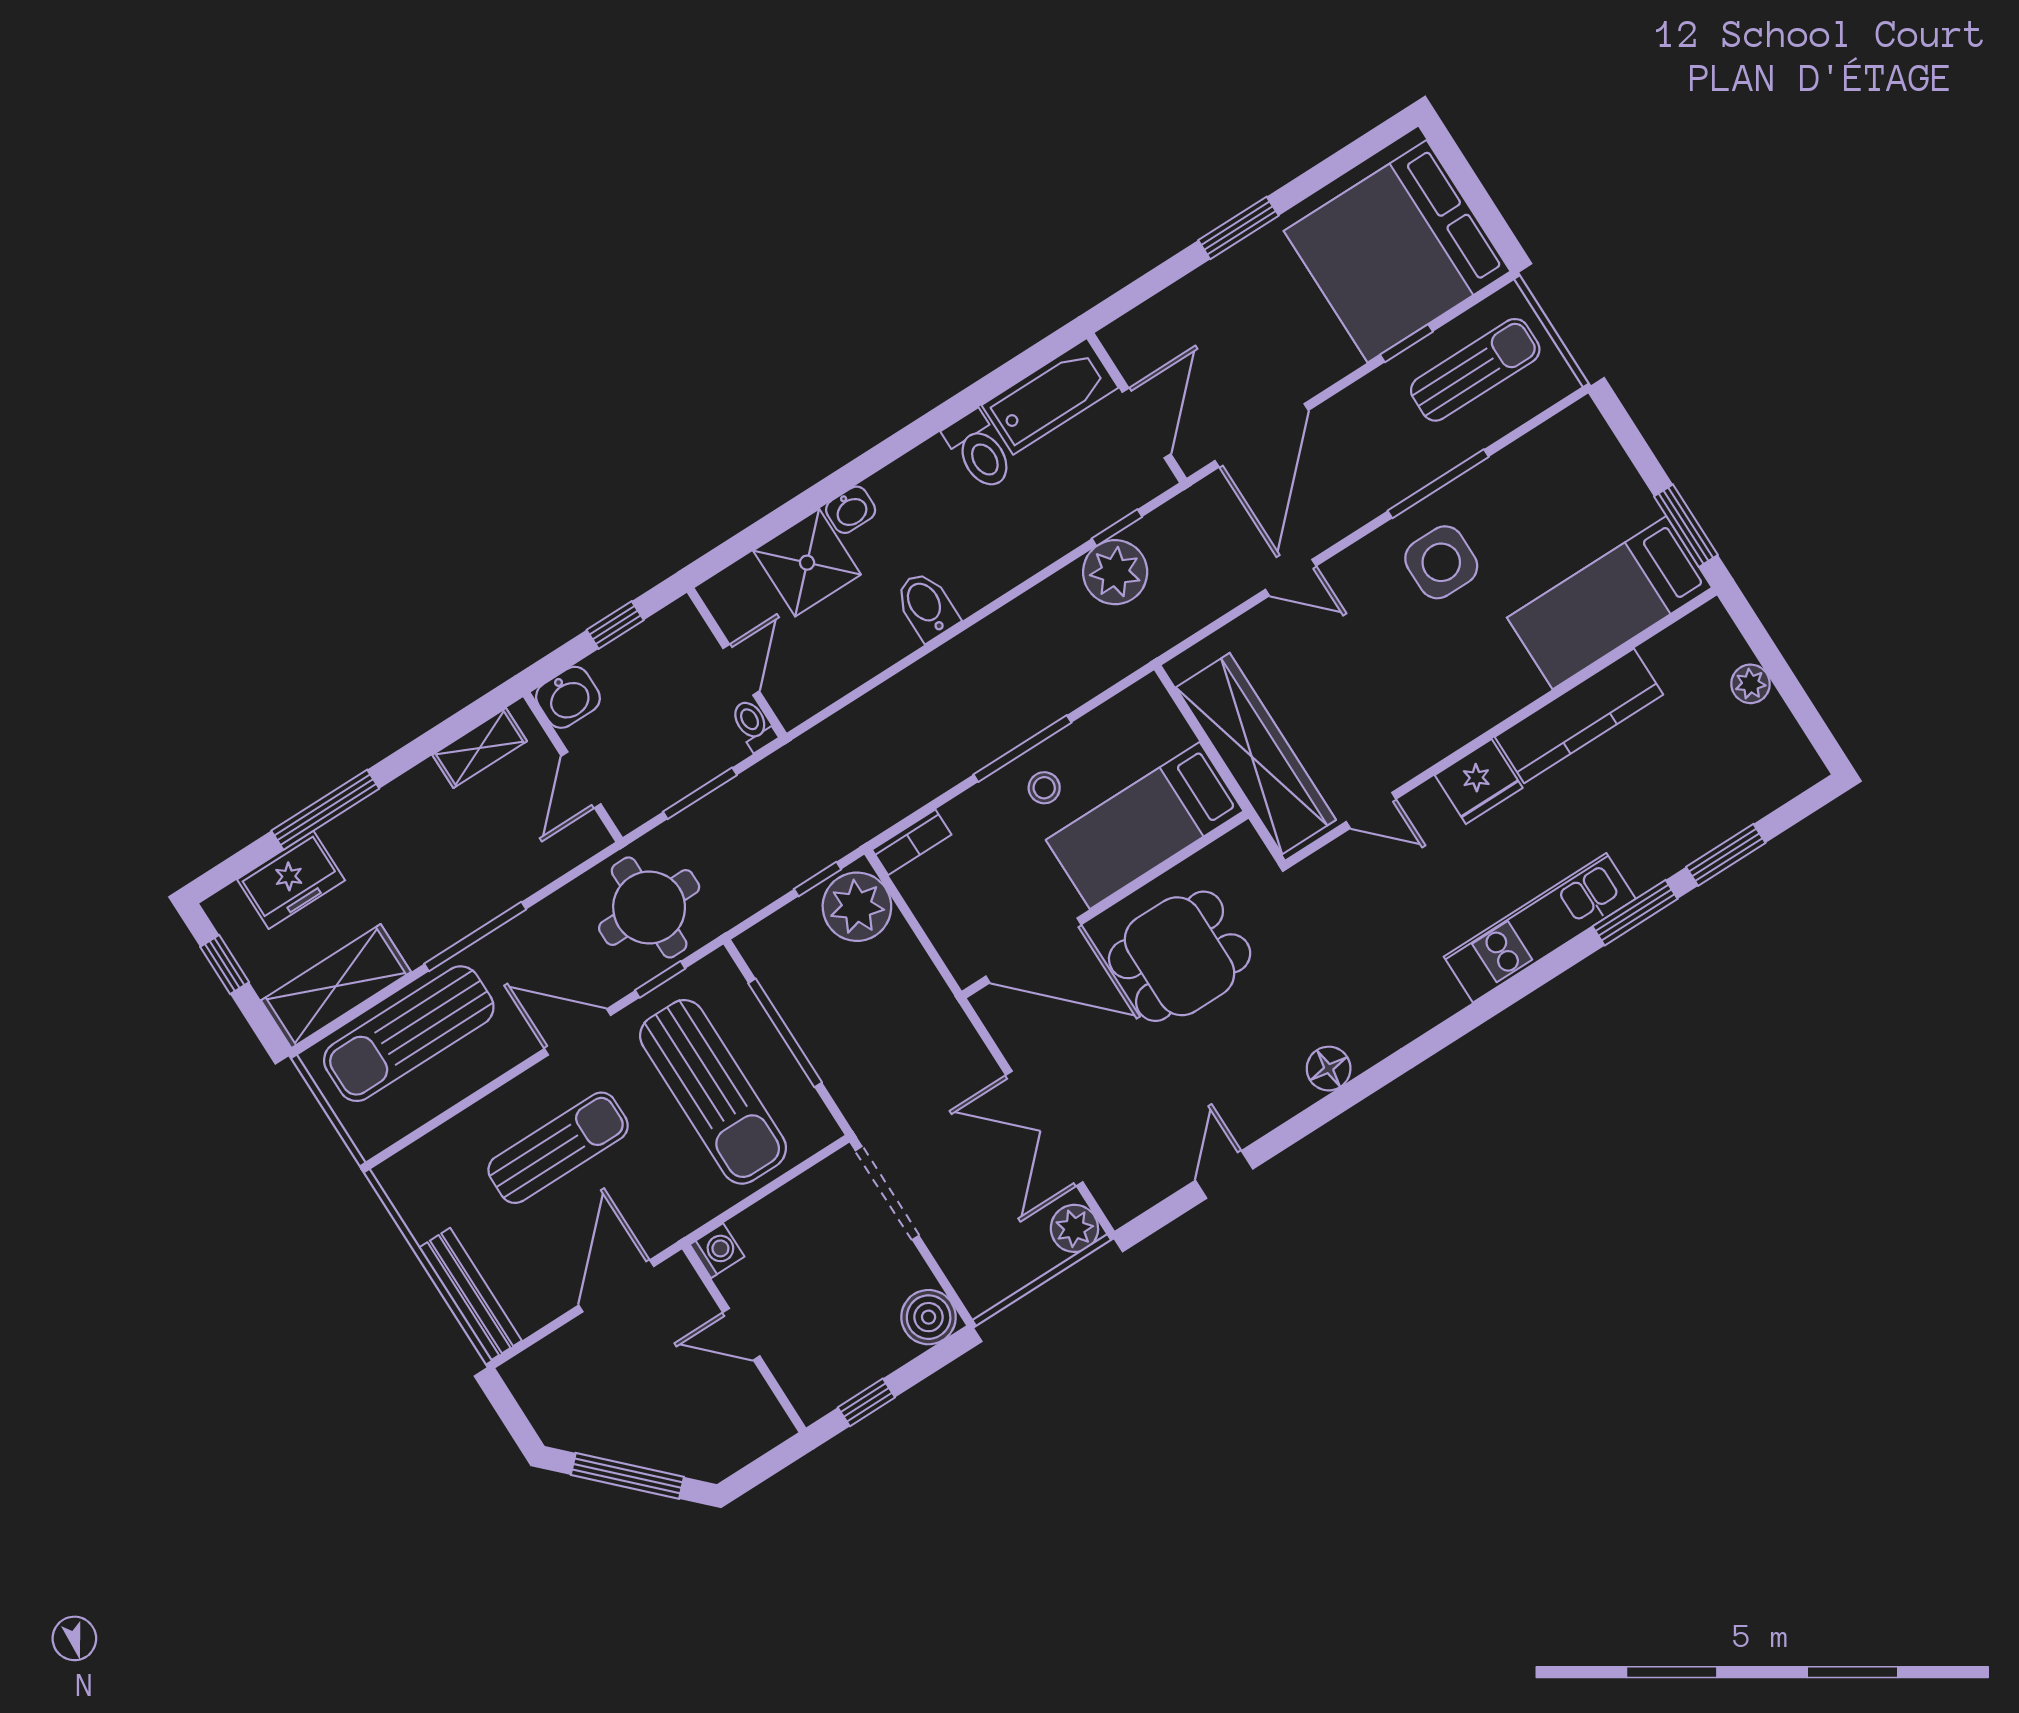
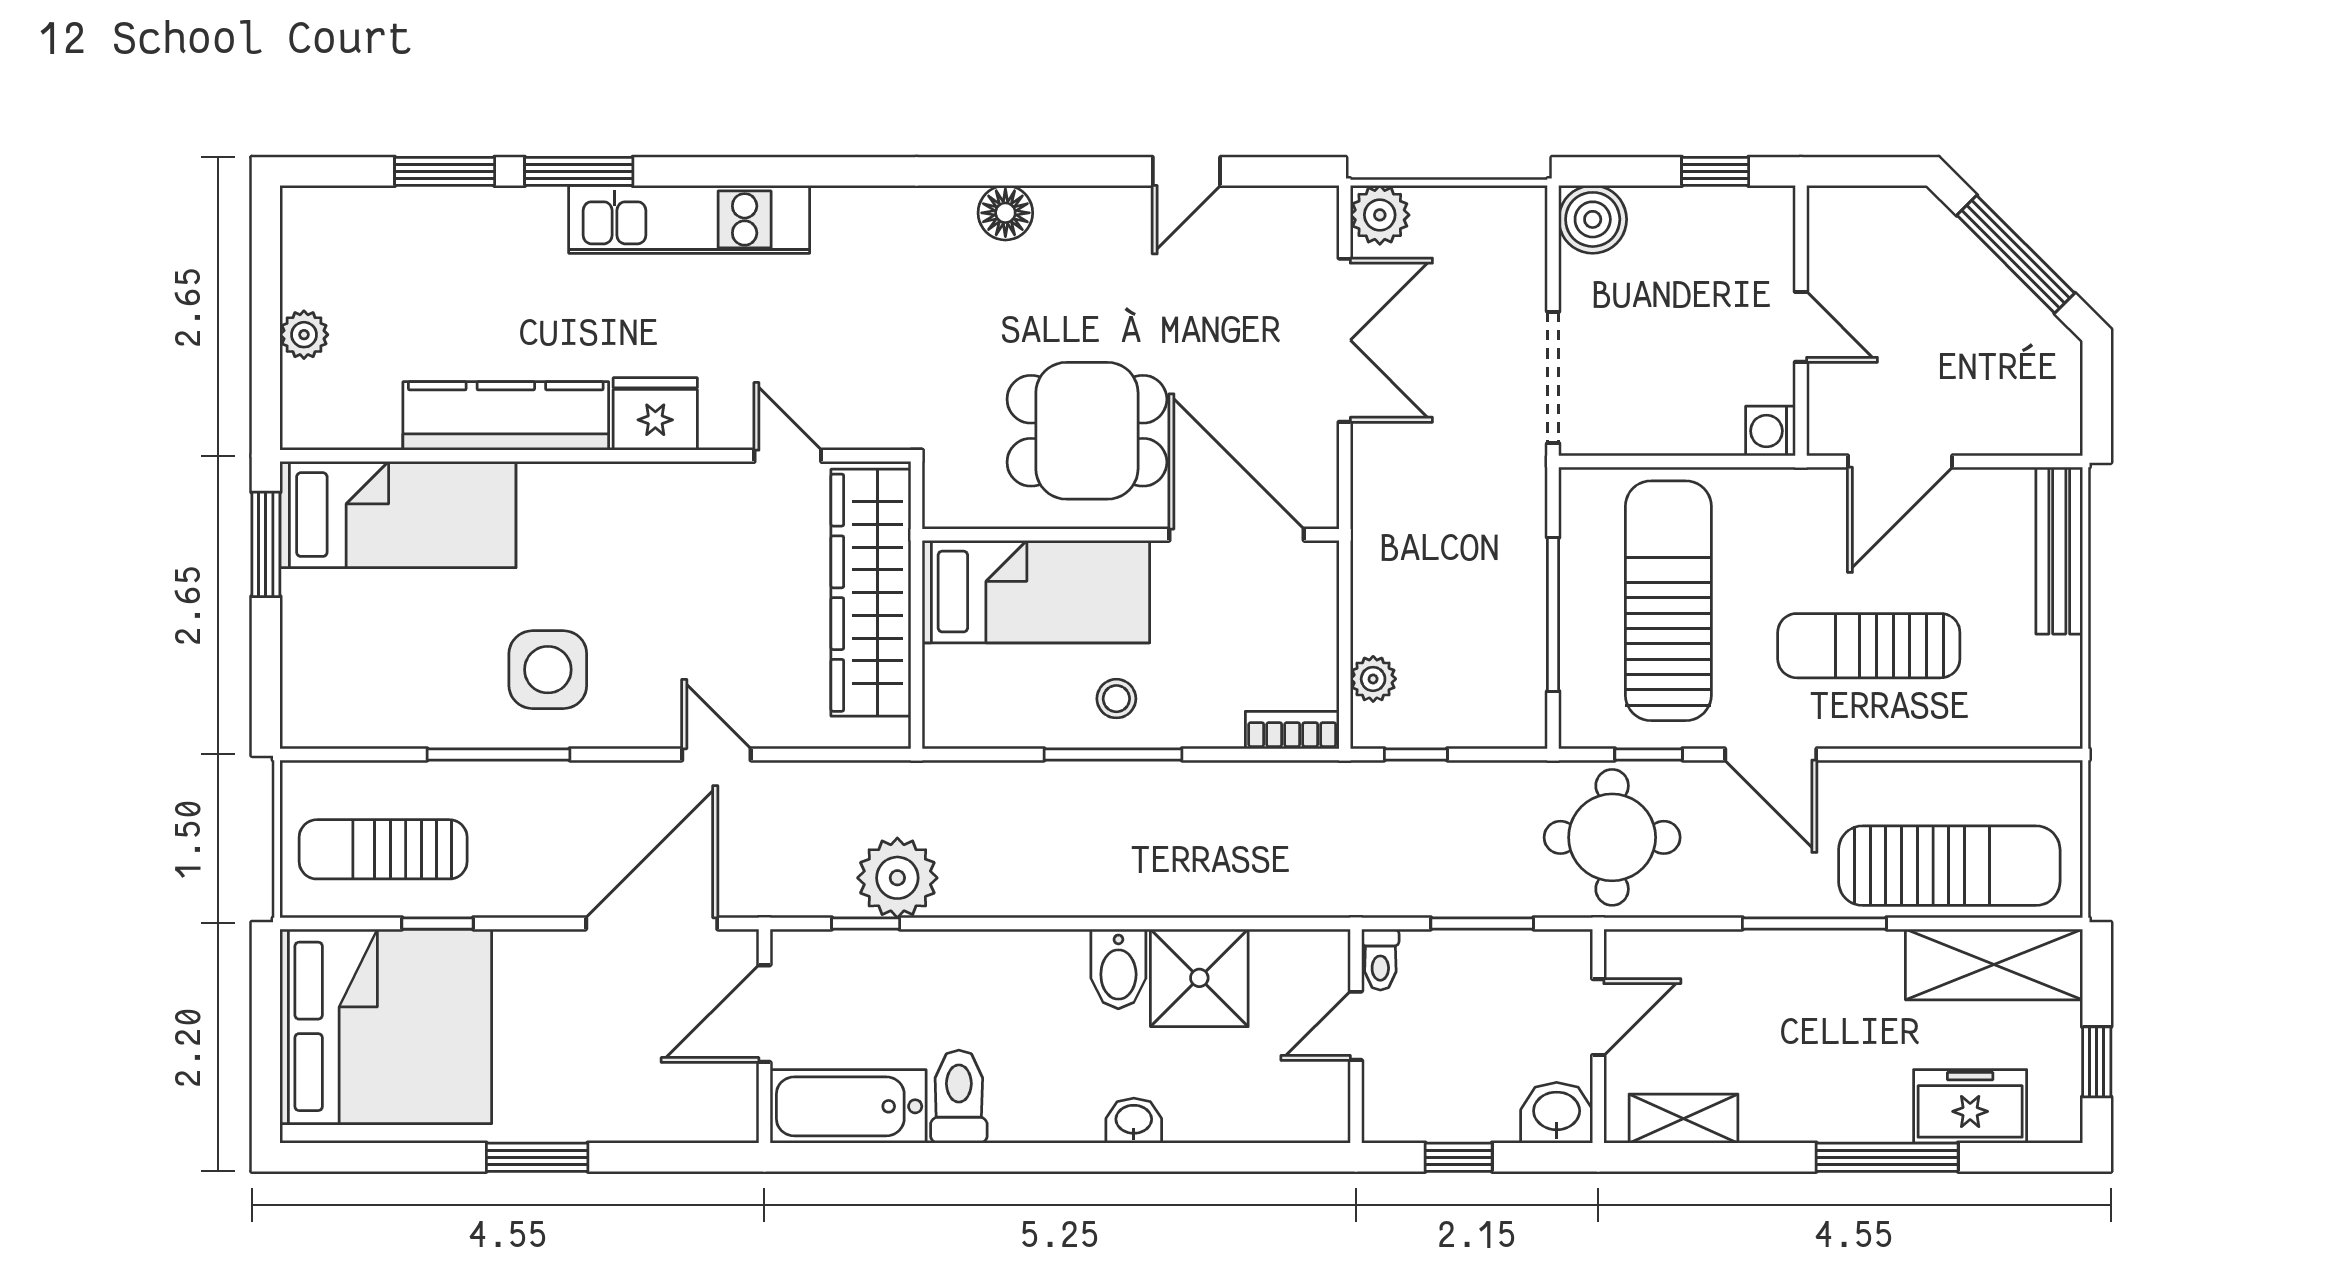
shower: (807, 563) -> (1199, 978), moved
plant: (857, 907) -> (1373, 679), width x0.53, depth x0.53

